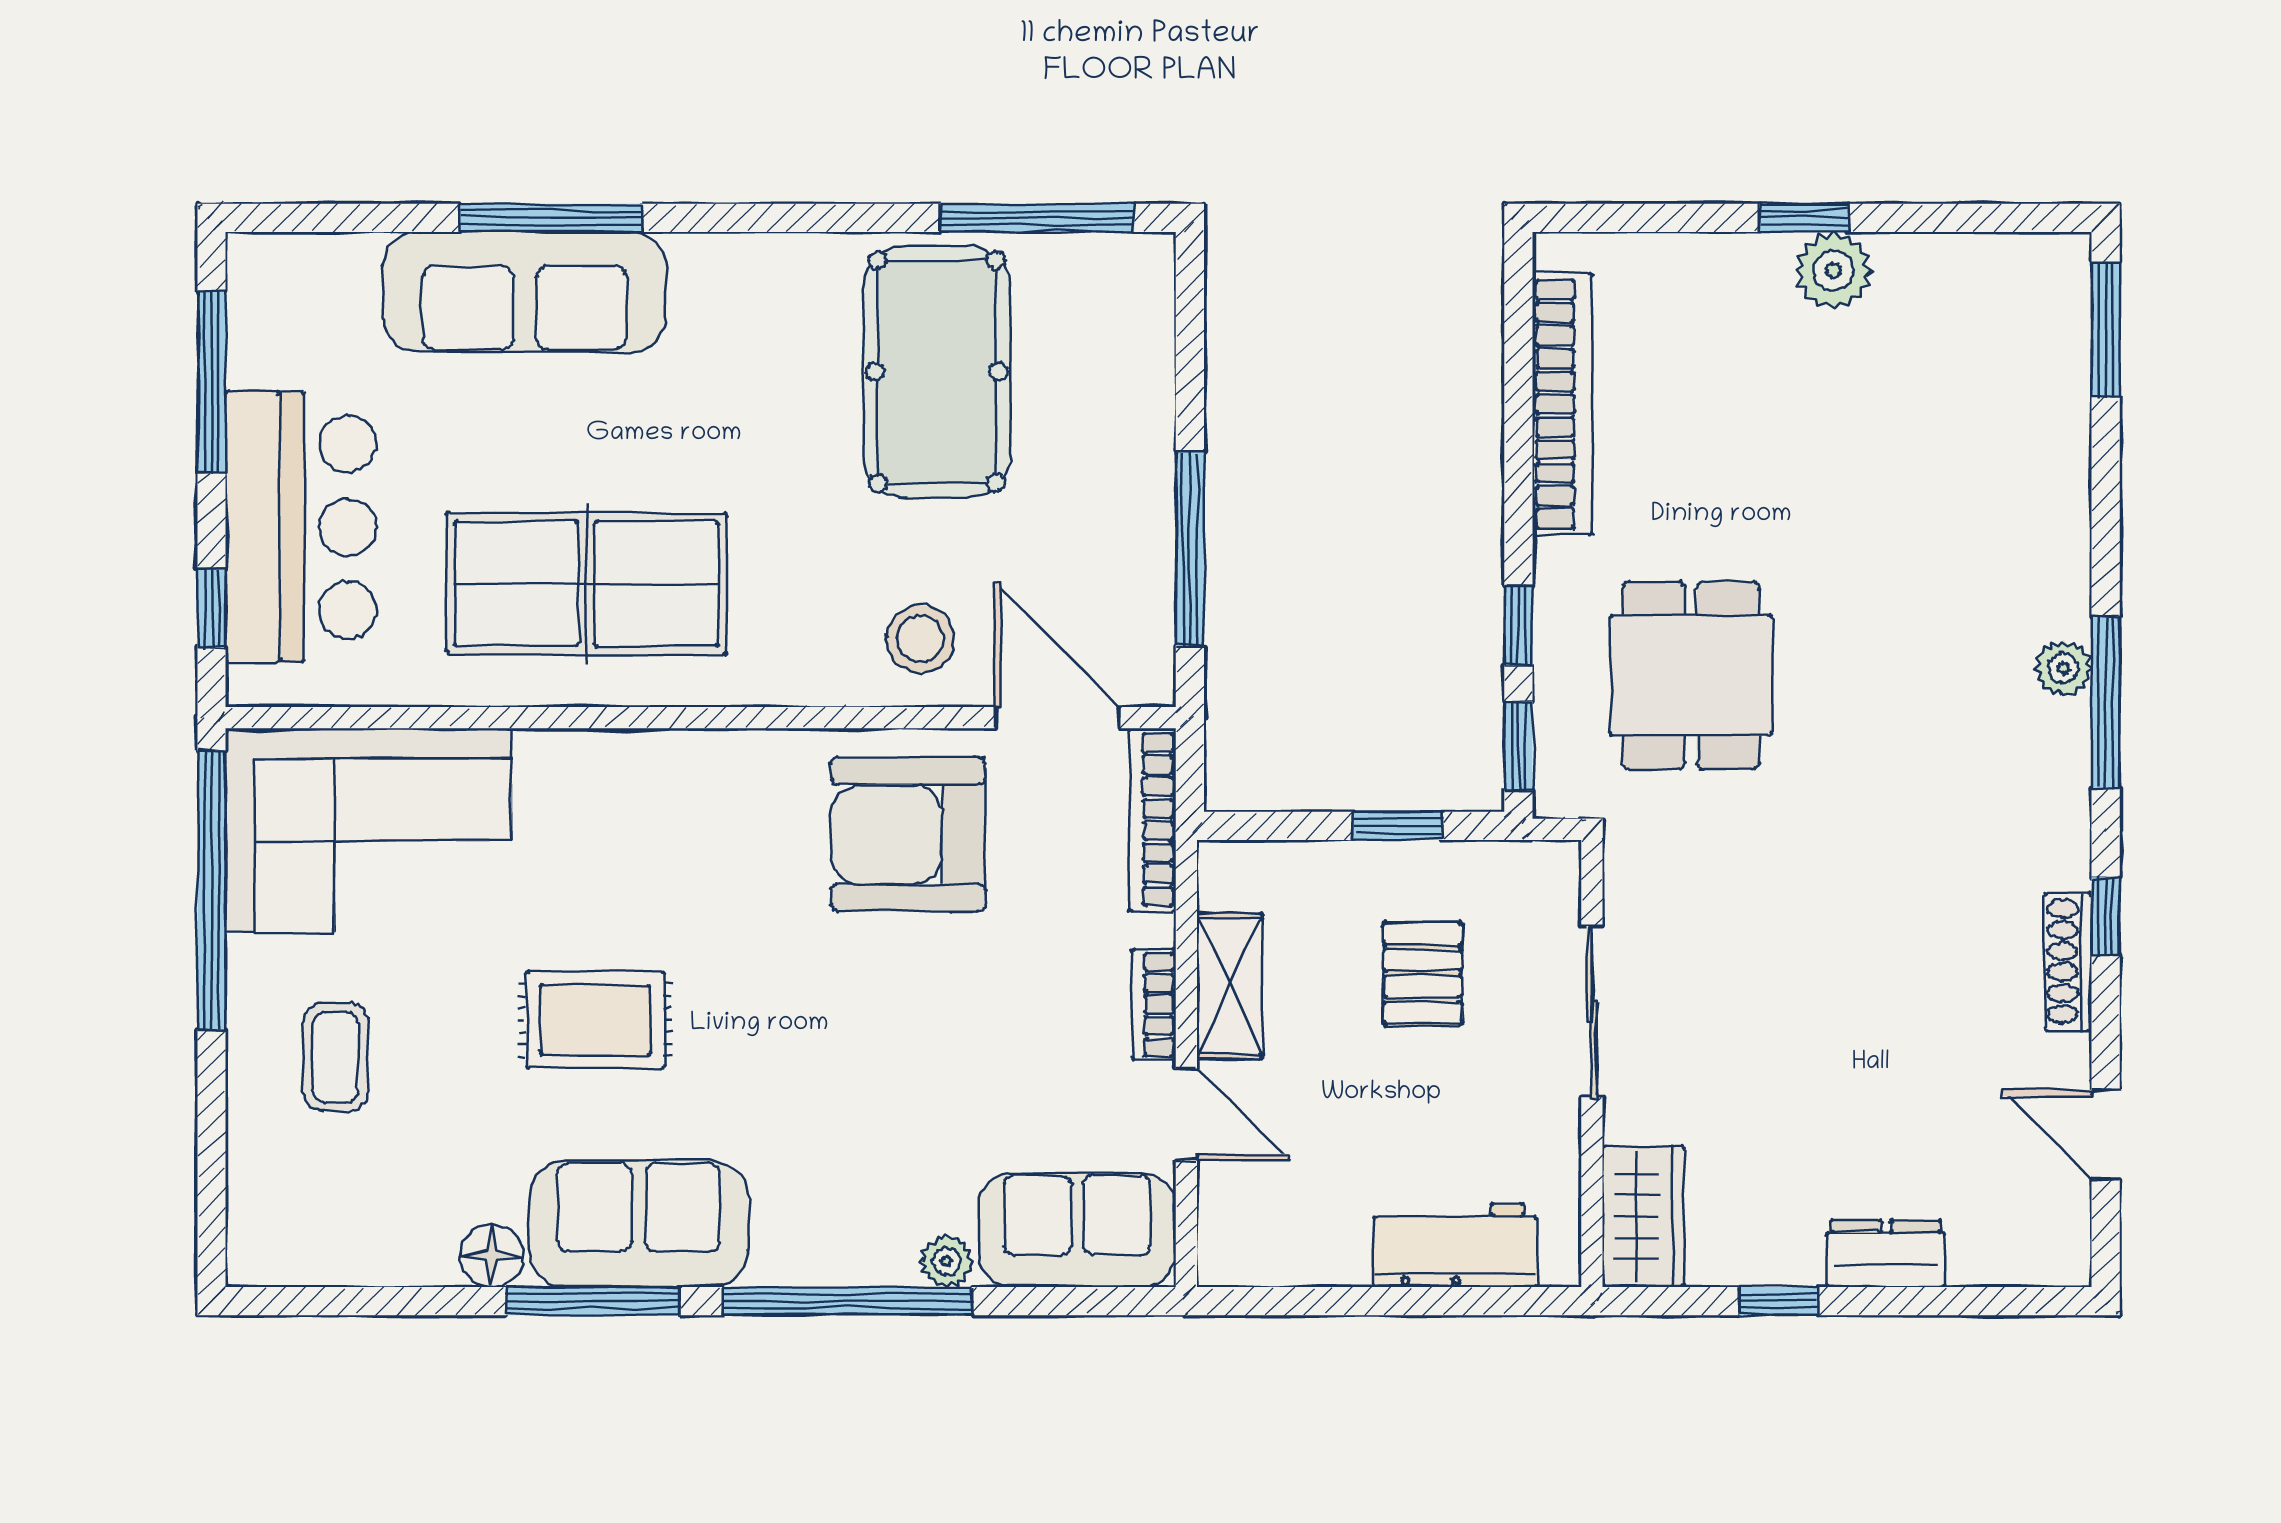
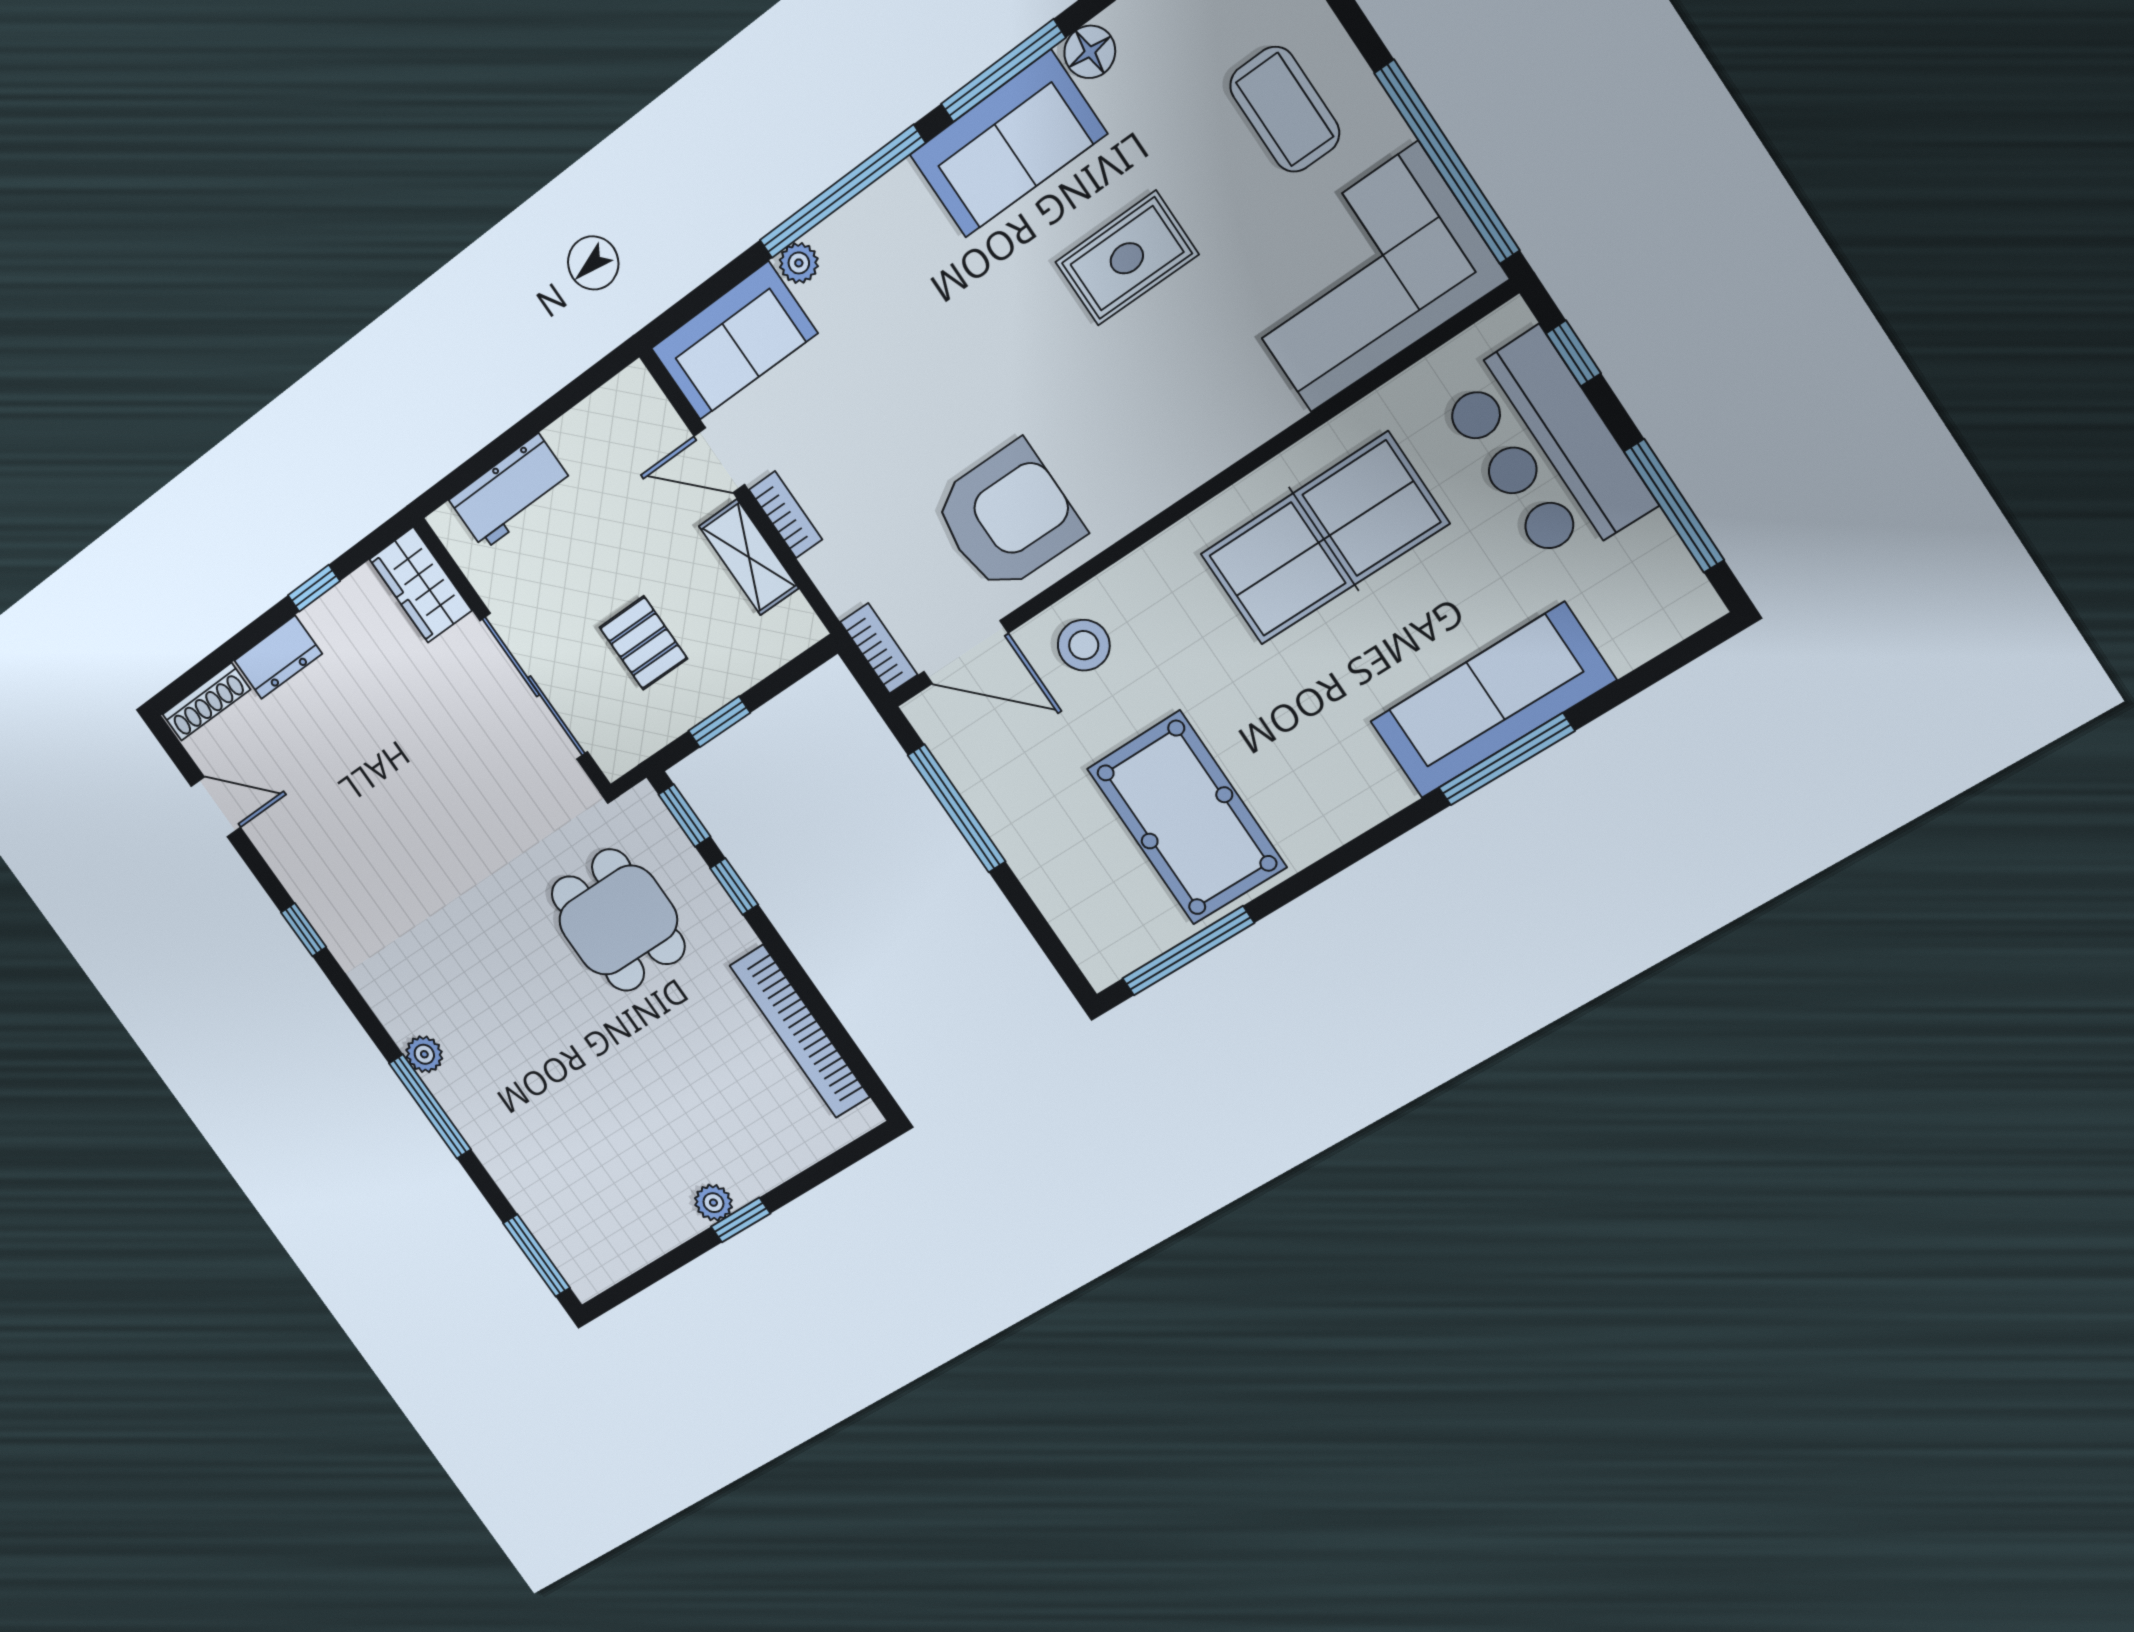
plant: (1833, 270) -> (713, 1203), width x0.73, depth x0.73
window: (2106, 703) -> (430, 1106), moved
bookcase: (1153, 820) -> (879, 648), width x0.64
shoe rack: (2068, 962) -> (206, 702), moved, turned 90
sliding door: (1592, 1012) -> (534, 686), width x1.37
coffee table: (336, 1057) -> (1285, 109), width x1.36, depth x1.30

